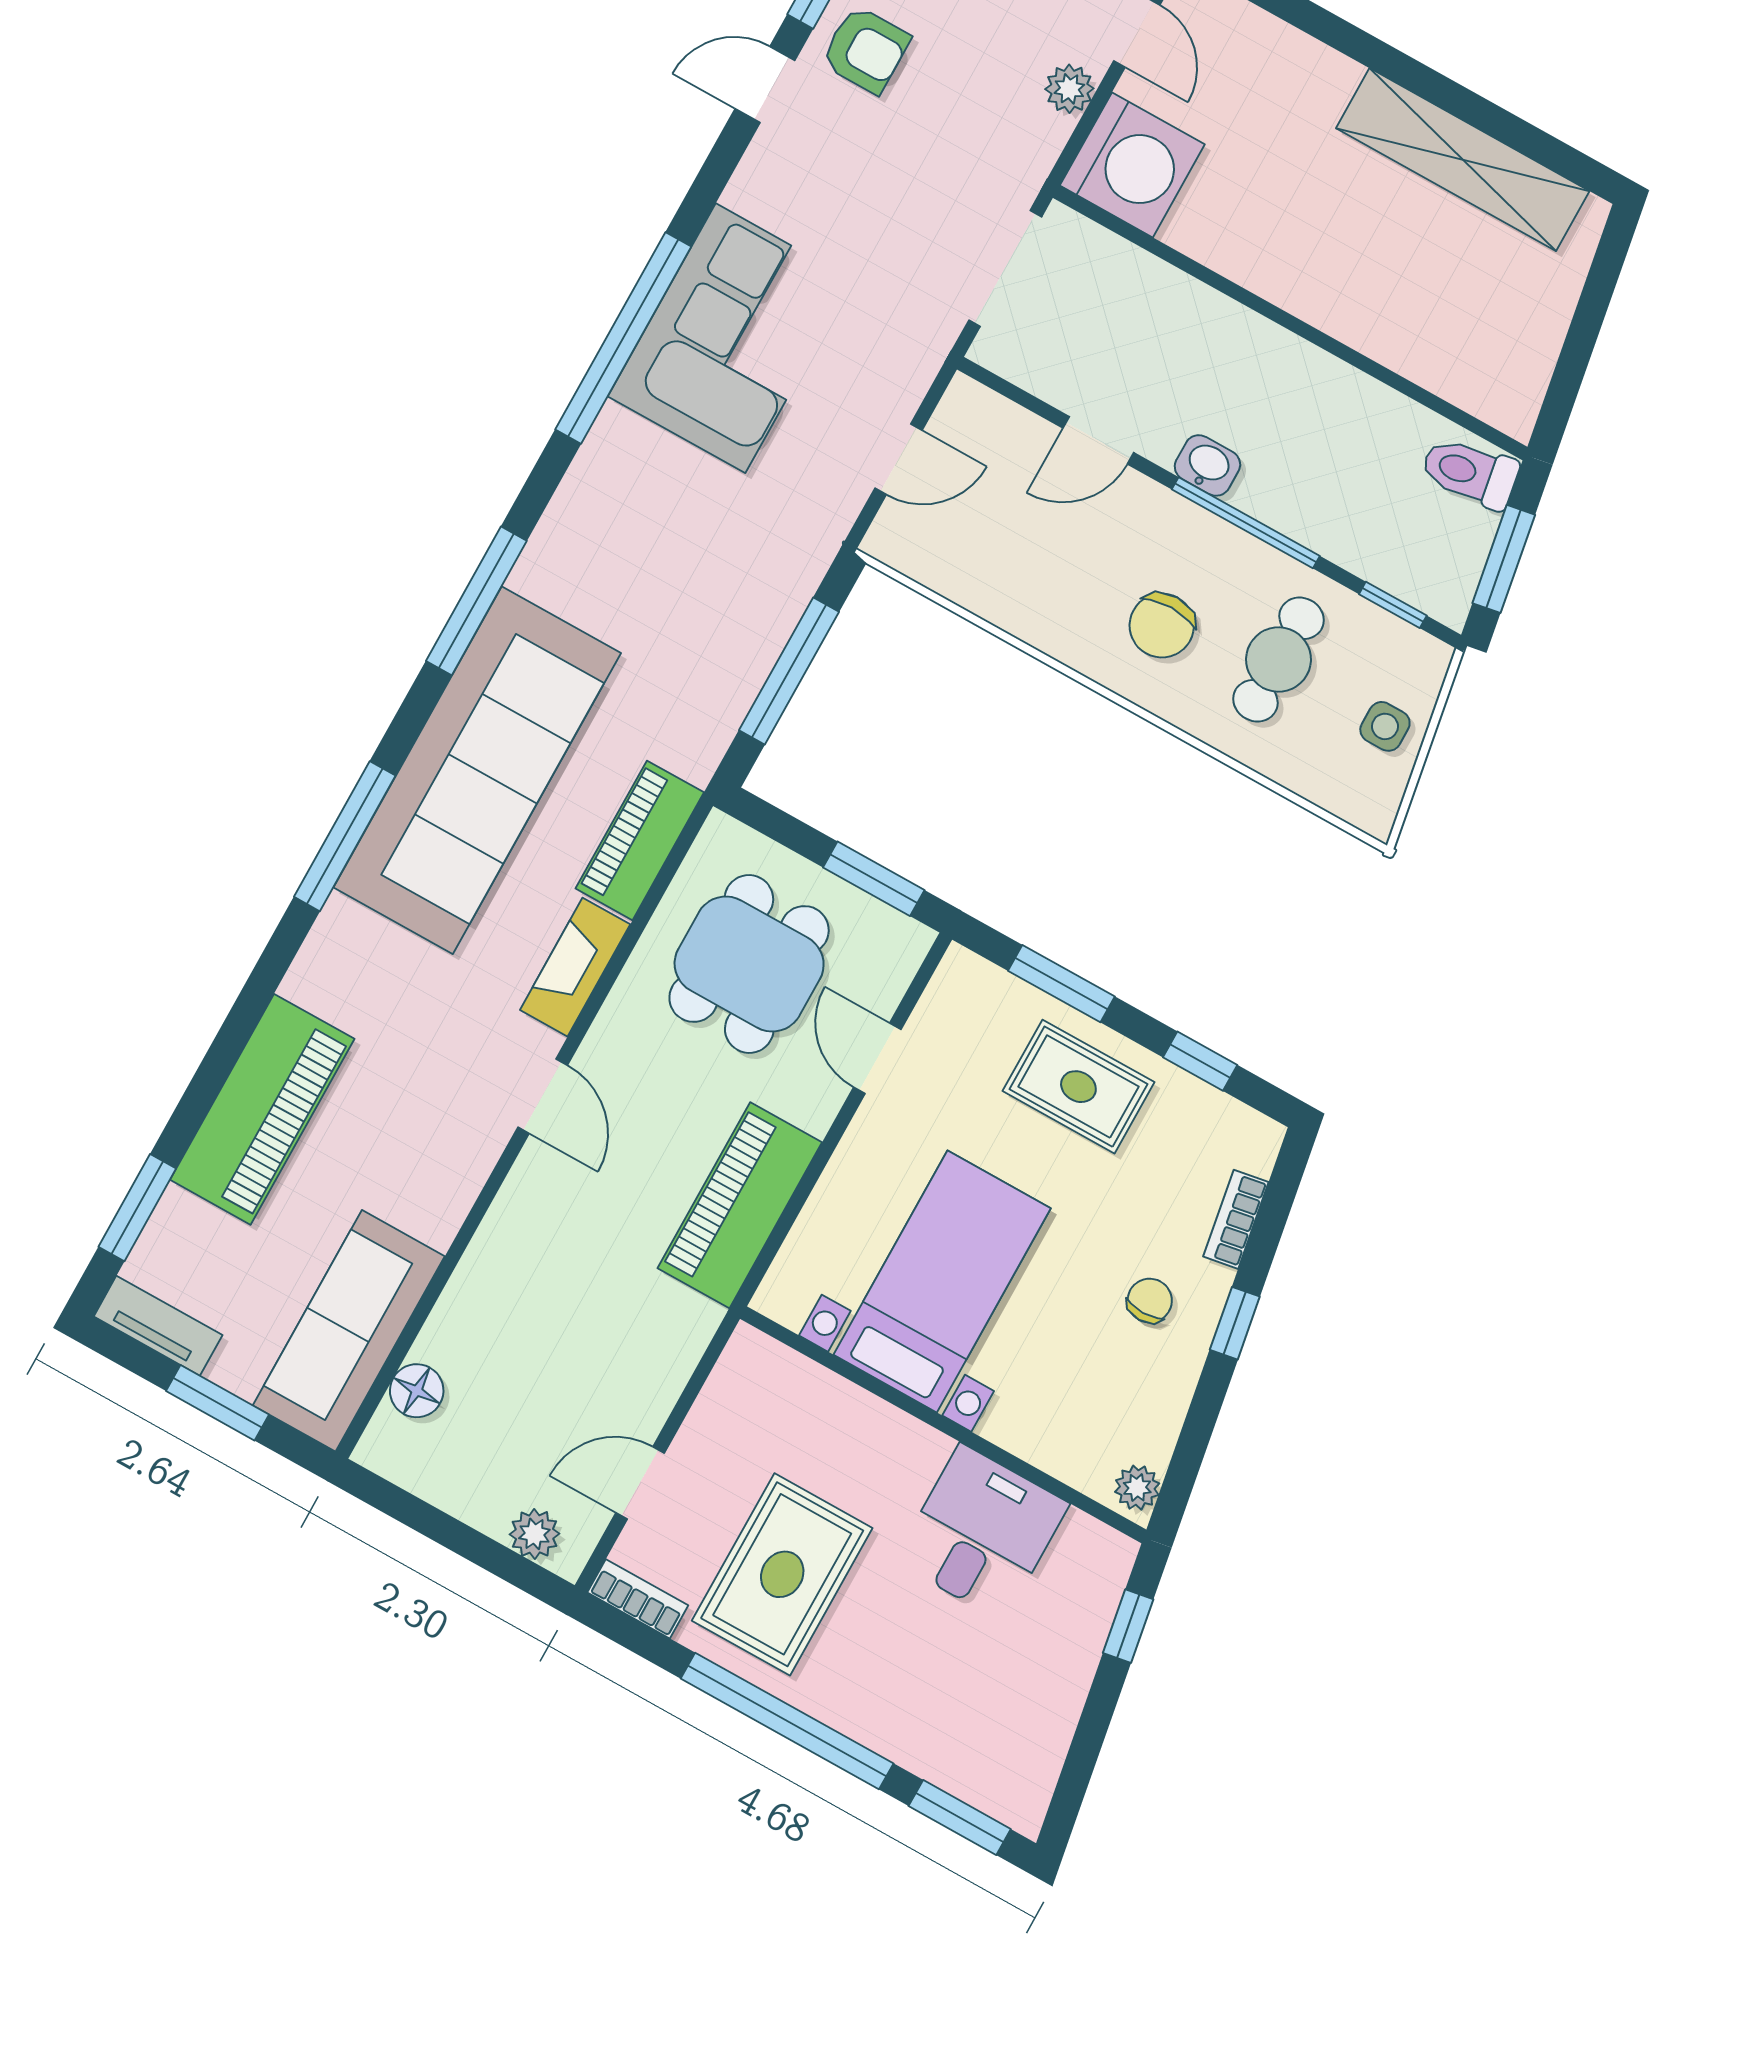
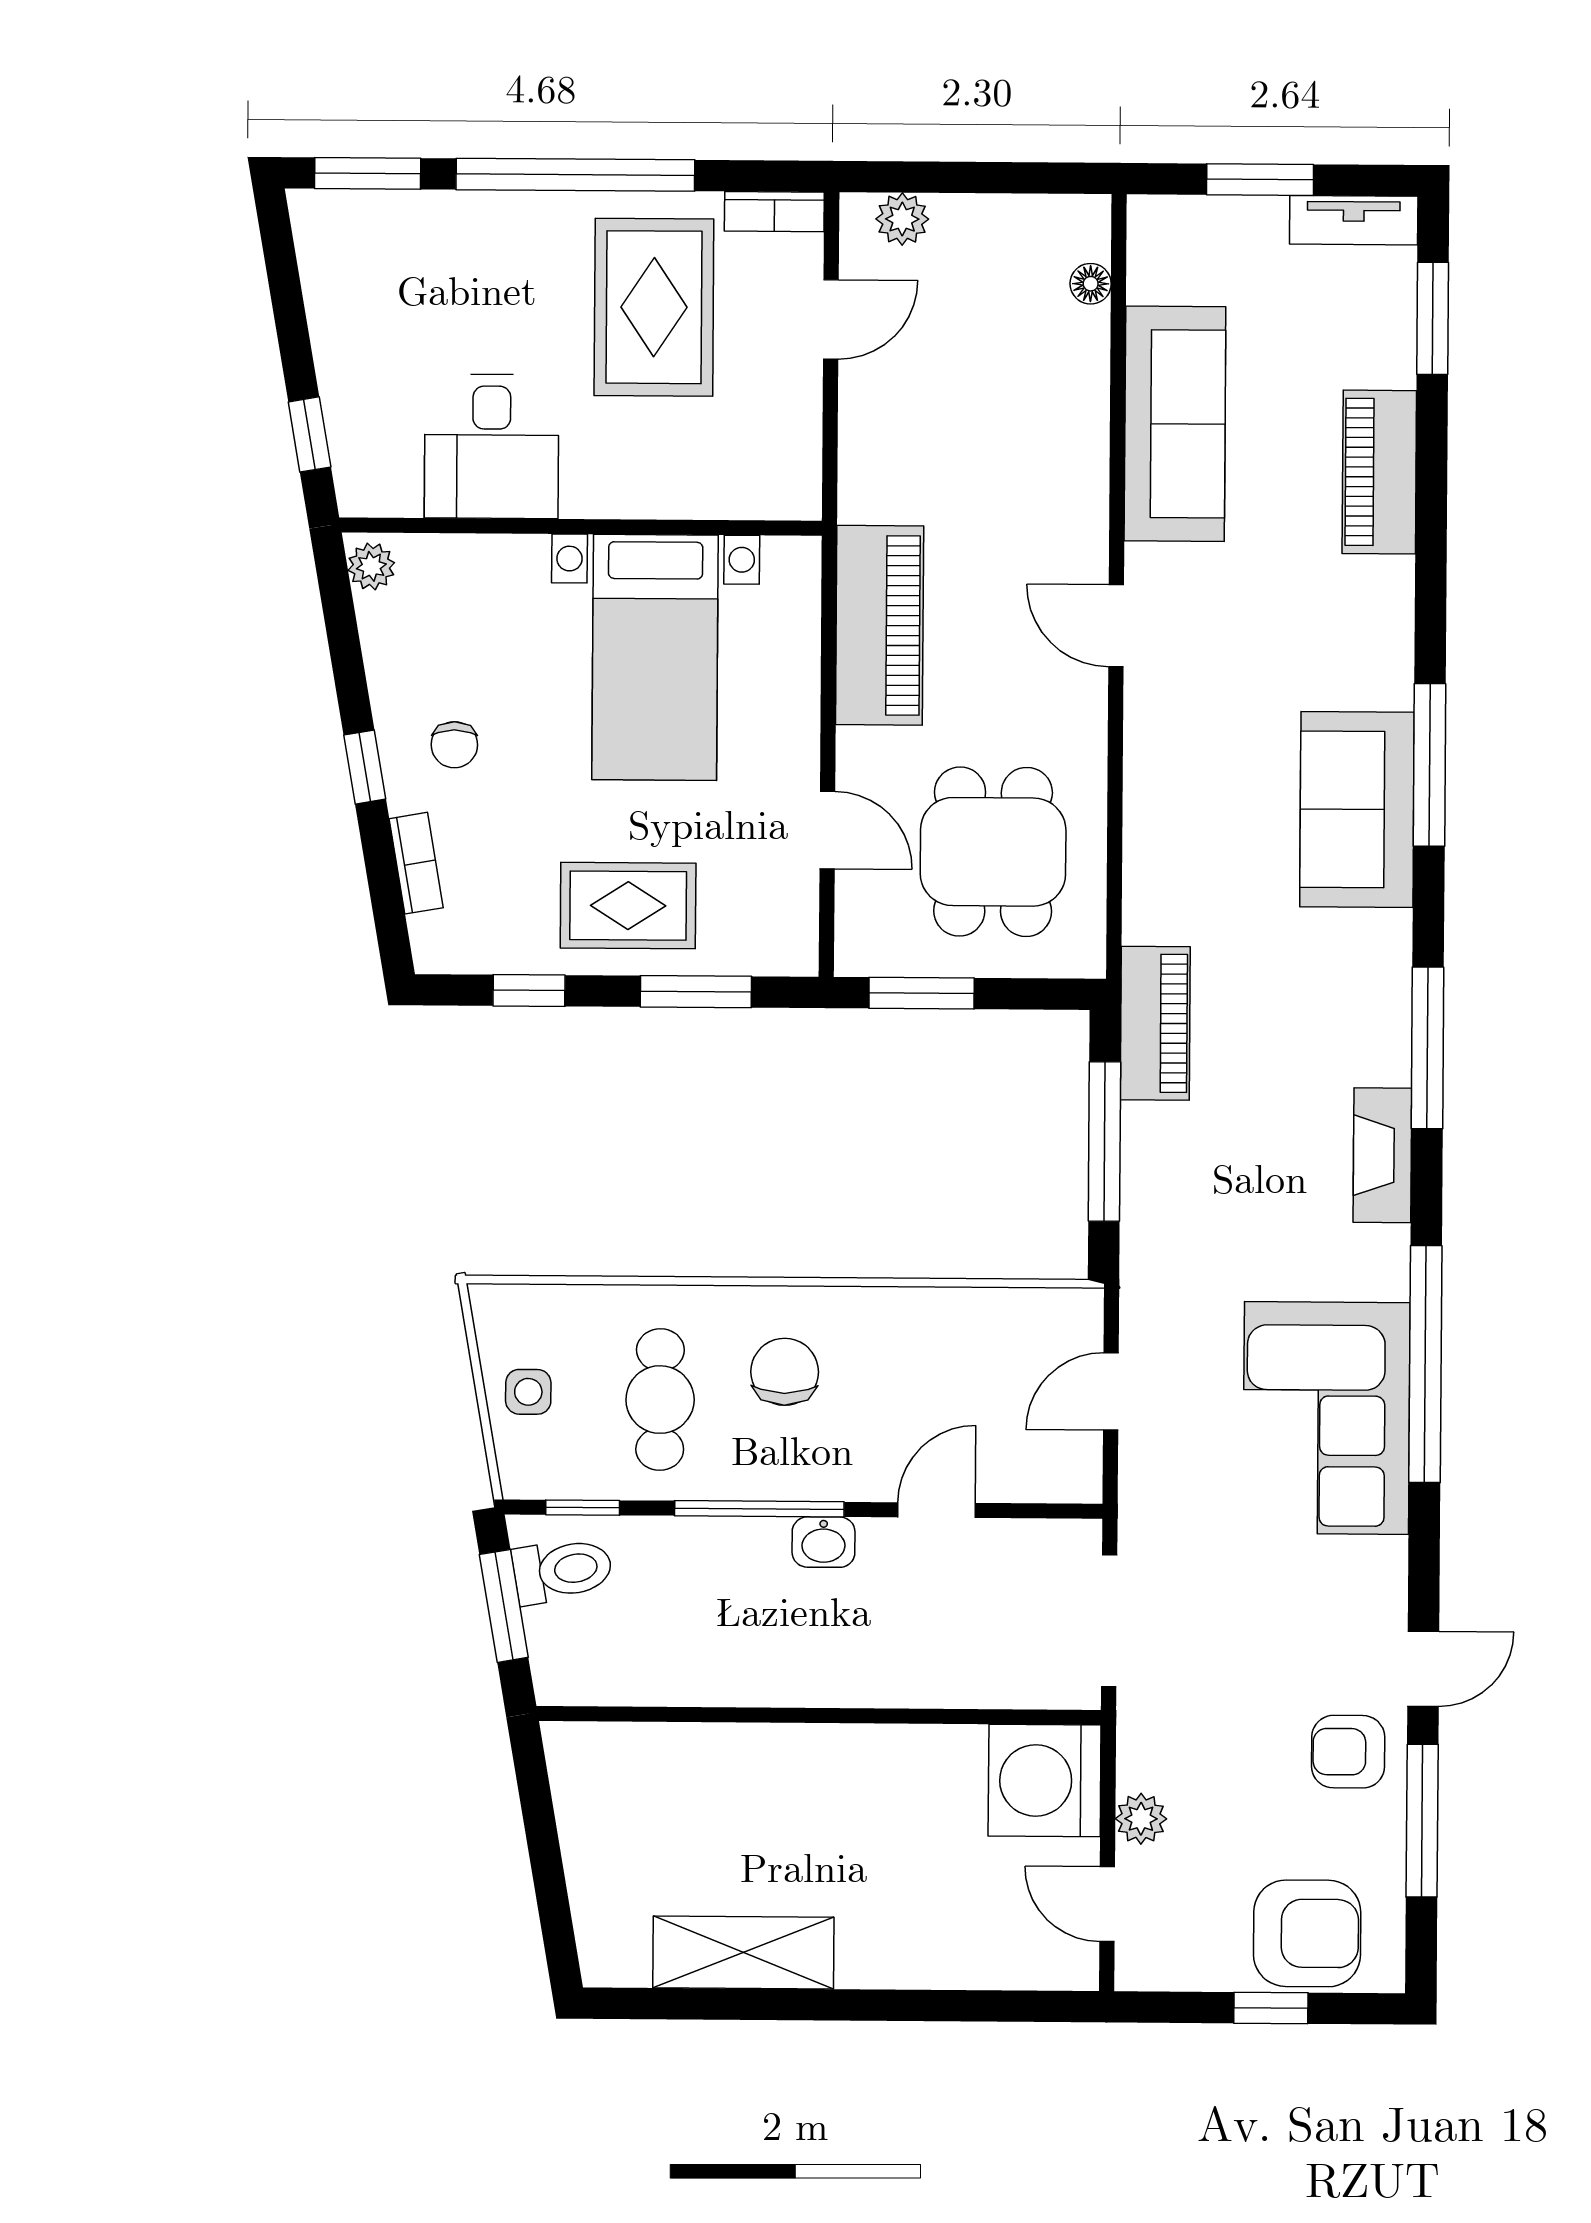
shelving: (1463, 160) -> (743, 1952), width x0.68
toilet: (1470, 473) -> (563, 1570), moved
sofa: (477, 770) -> (1357, 809), width x0.54, depth x0.79
piano: (640, 840) -> (1155, 1023), moved
fireplace: (575, 967) -> (1382, 1155), moved, turned 180
piano: (262, 1109) -> (1379, 472), width x0.73, depth x0.75
sofa: (349, 1331) -> (1175, 424), moved
floor lamp: (417, 1391) -> (1091, 284), width x0.73, depth x0.73

